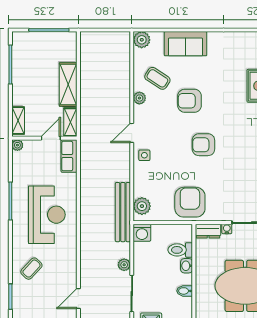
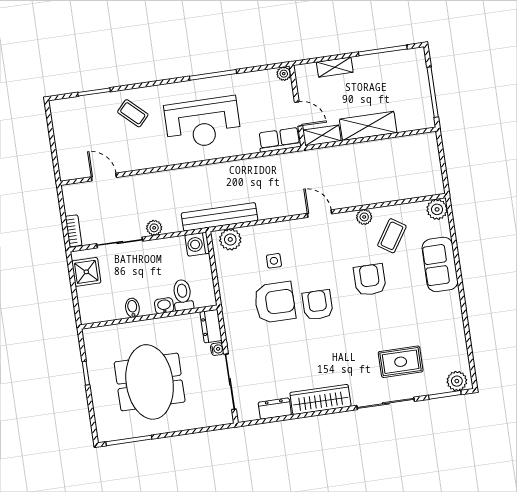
shelving: (18, 121) -> (335, 67), moved
side table: (144, 155) -> (274, 261), moved
armchair: (190, 202) -> (275, 302), moved

